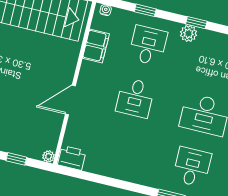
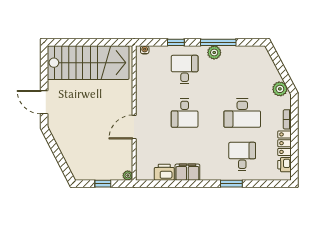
window: (196, 23) -> (218, 42), width x2.17
filing cabinet: (96, 46) -> (187, 172), moved, turned -90
printer: (72, 158) -> (164, 172), moved

